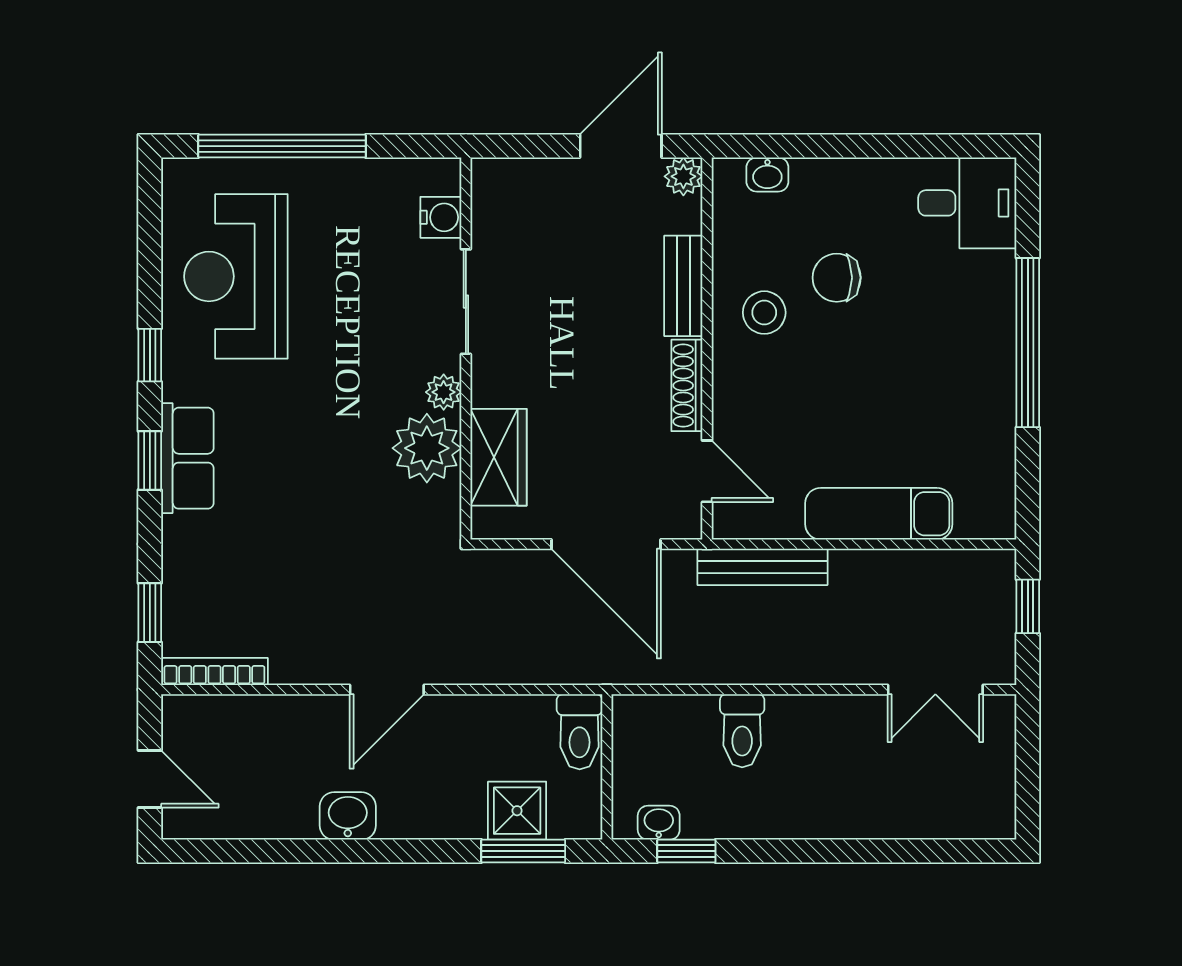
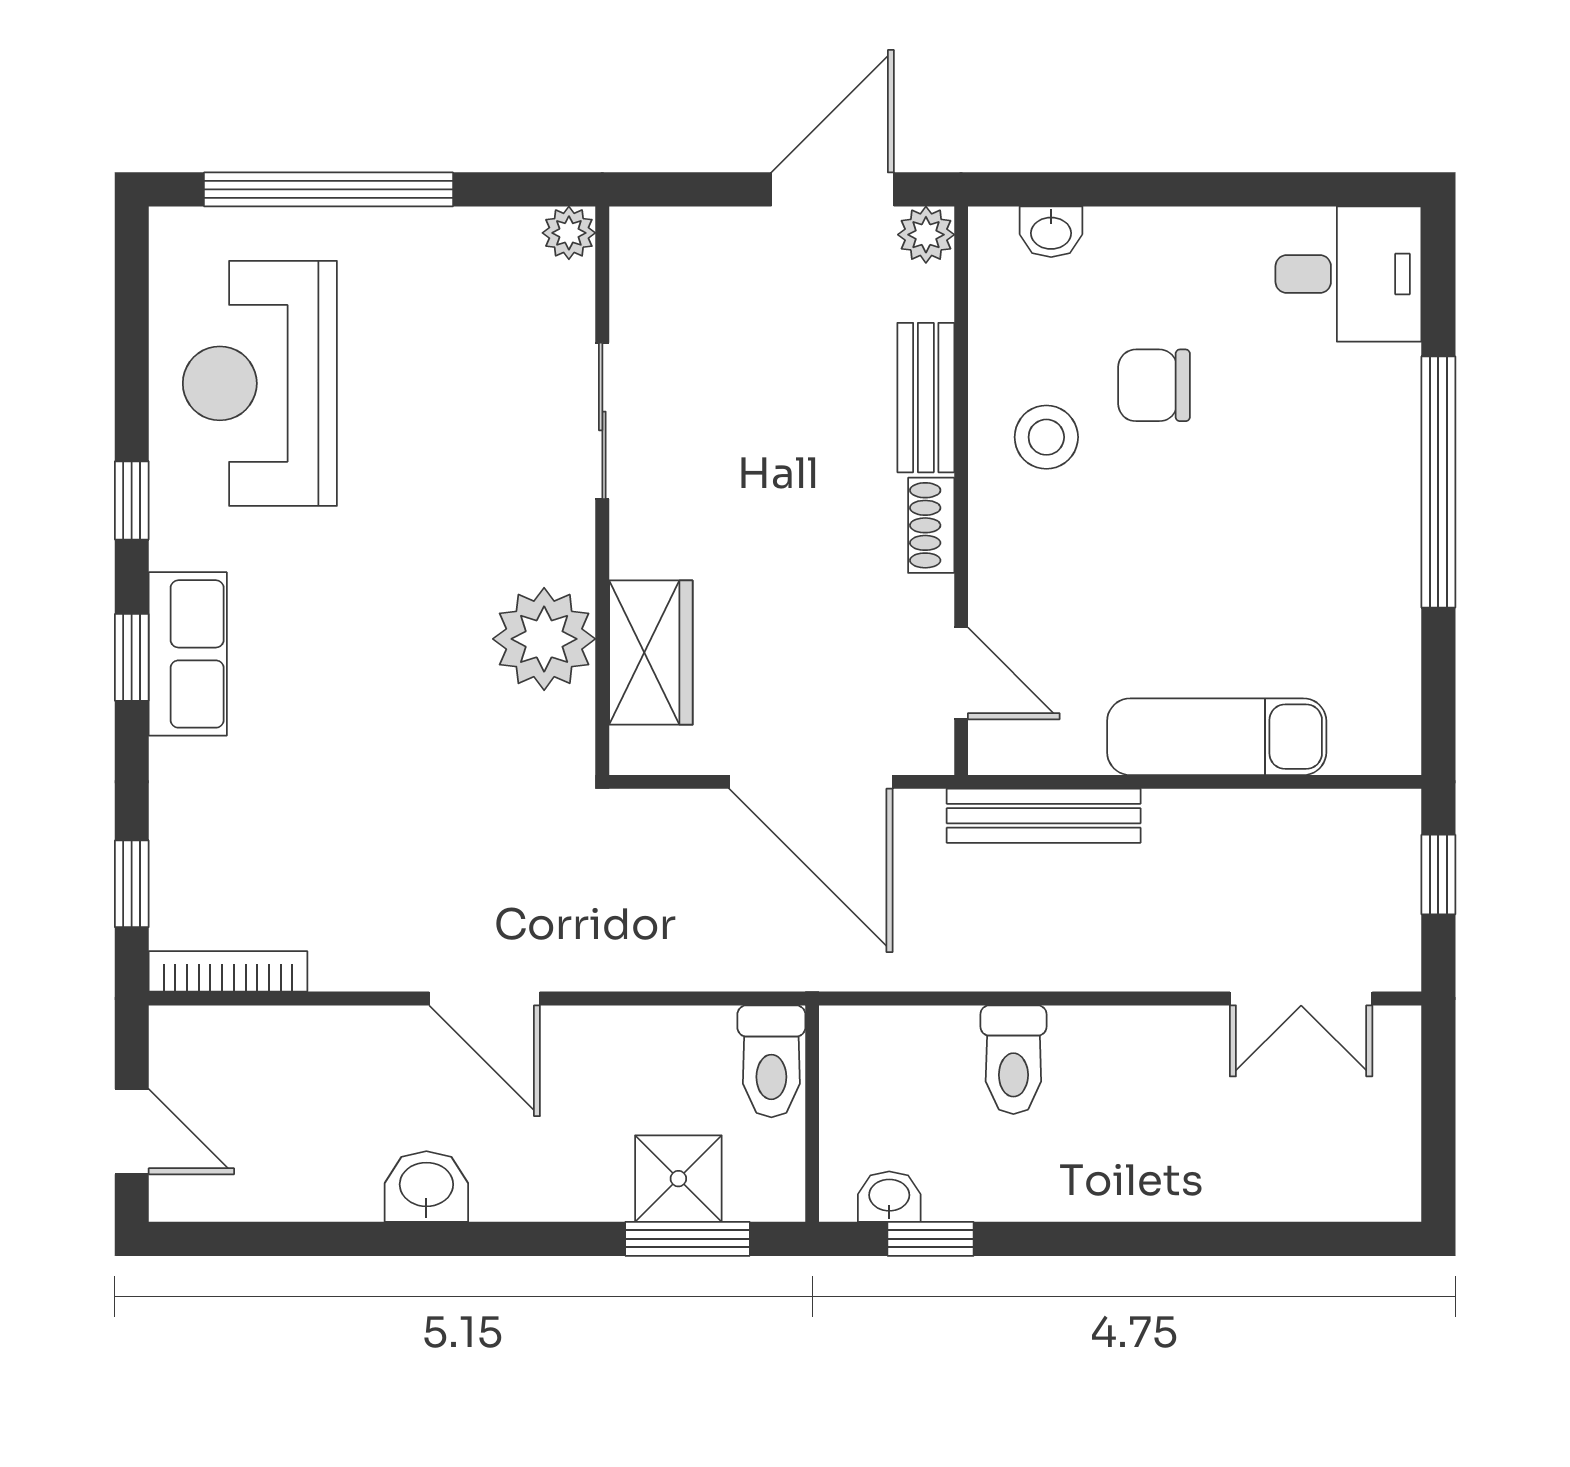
water cooler: (441, 217) -> (565, 295), removed
shoe rack: (687, 385) -> (931, 525), width x0.70
plant: (444, 392) -> (569, 233), moved
door: (387, 690) -> (485, 998), hinge flipped

